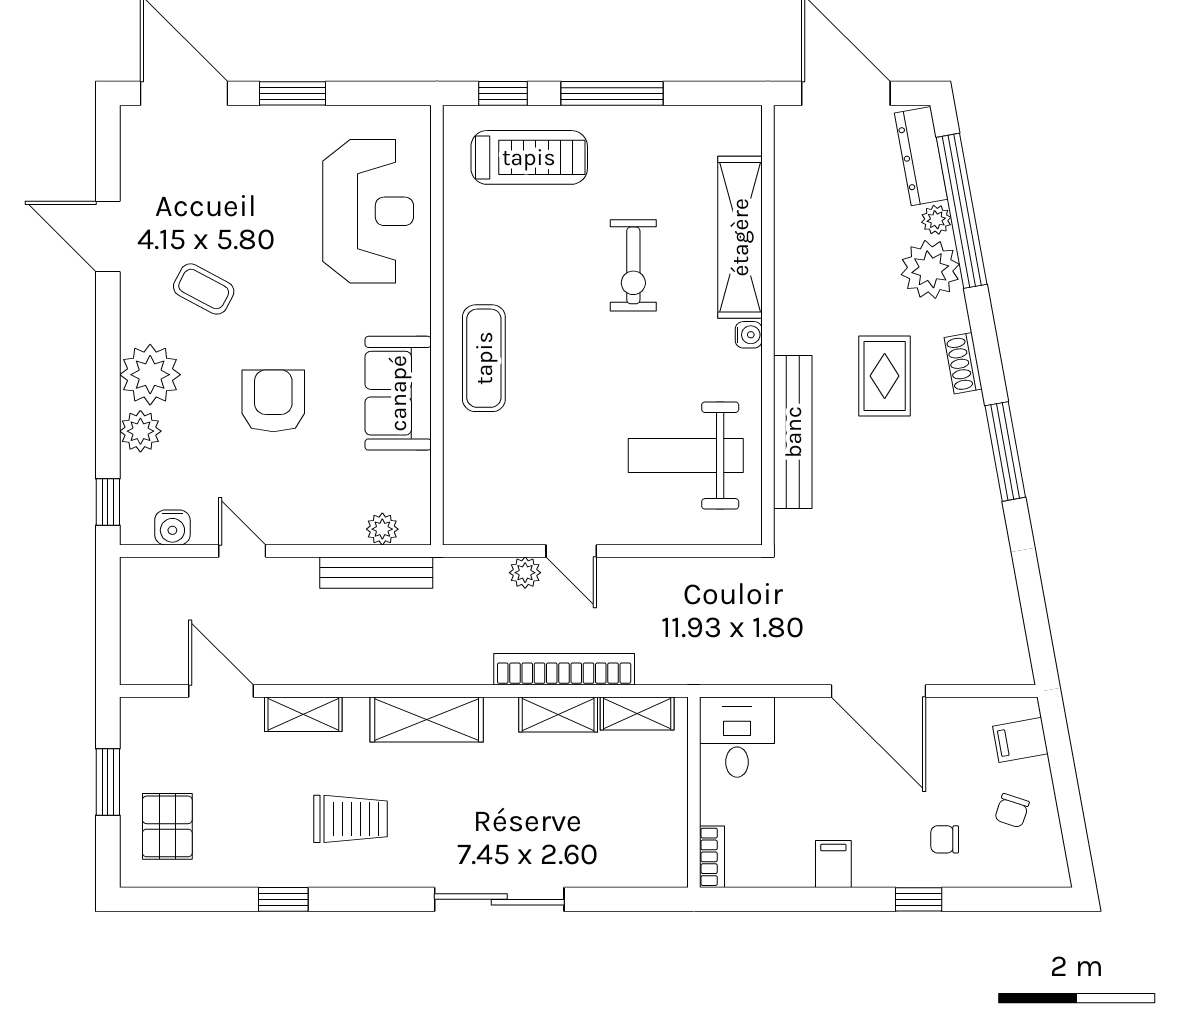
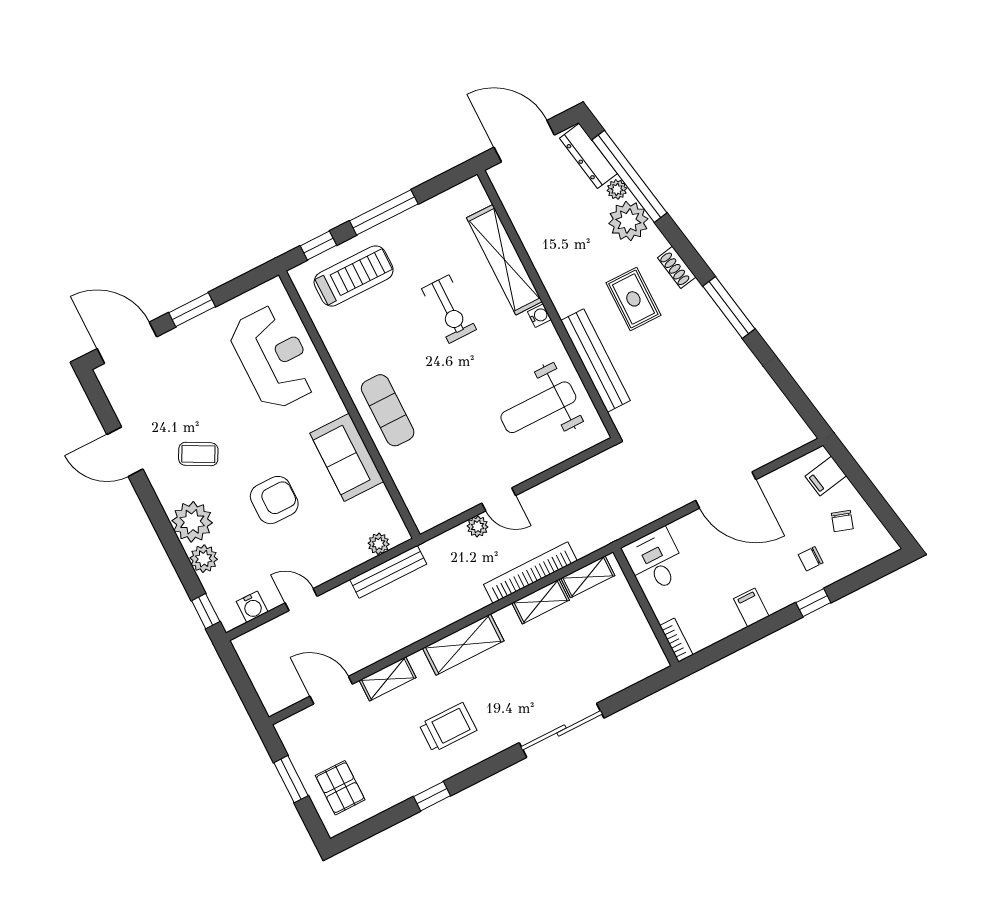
armchair: (273, 401) -> (274, 500), turned 90

